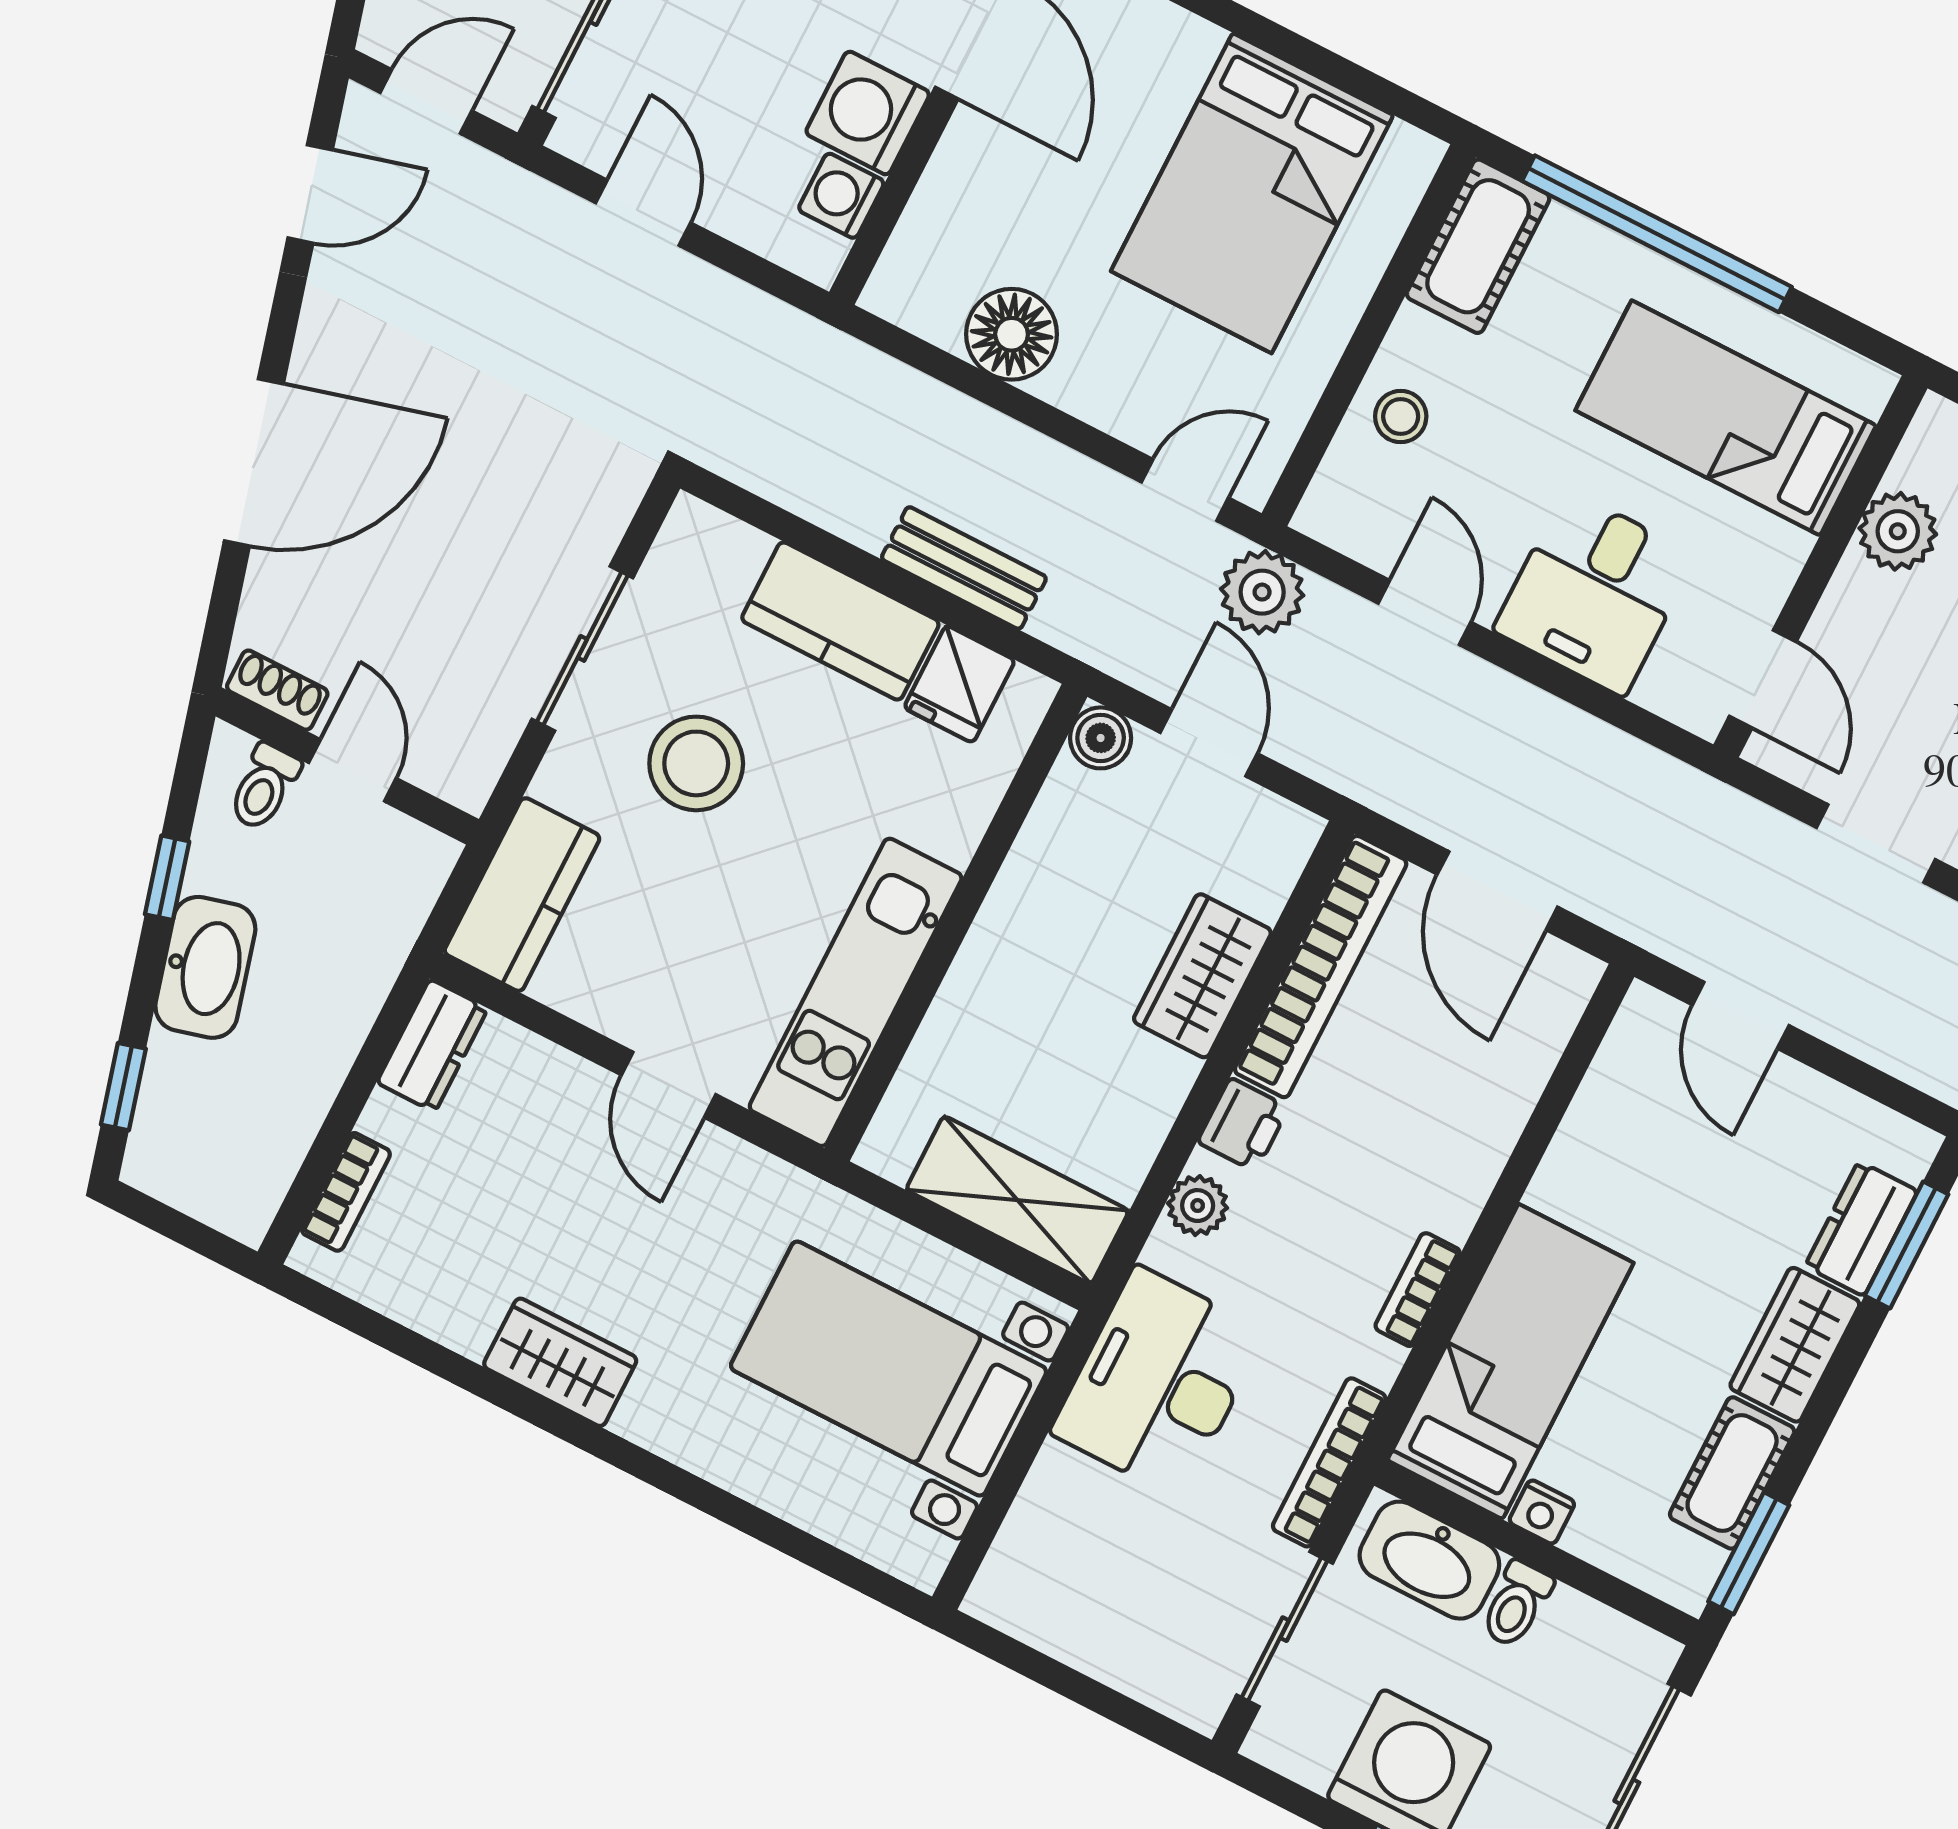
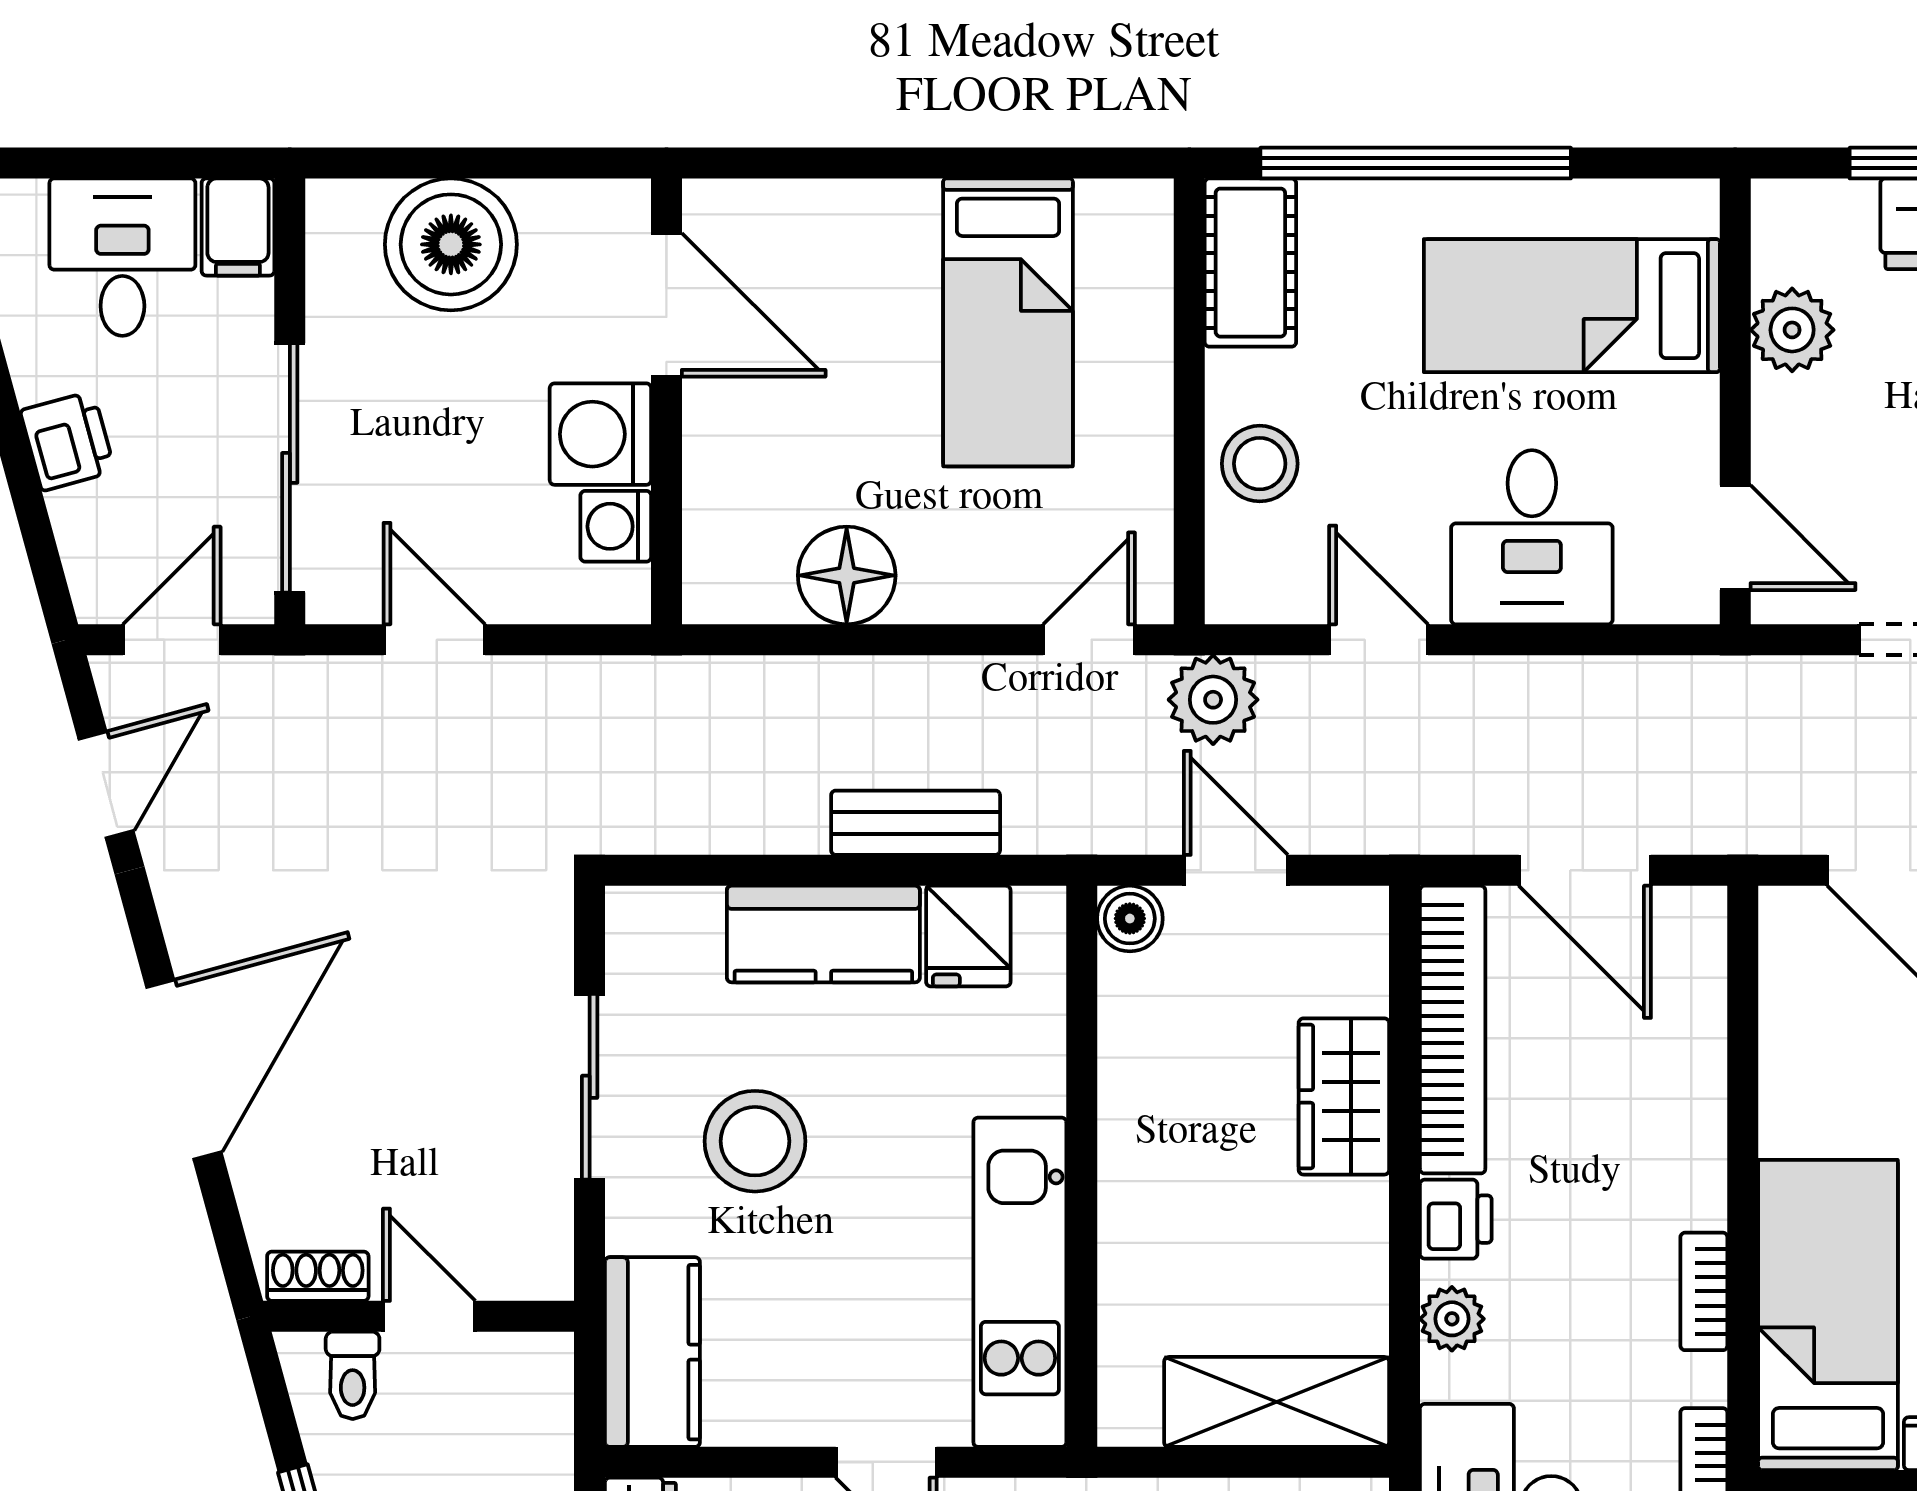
bed: (1252, 193) -> (1008, 322), width x0.67
stool: (1401, 417) -> (1260, 464), width x1.37, depth x1.37

